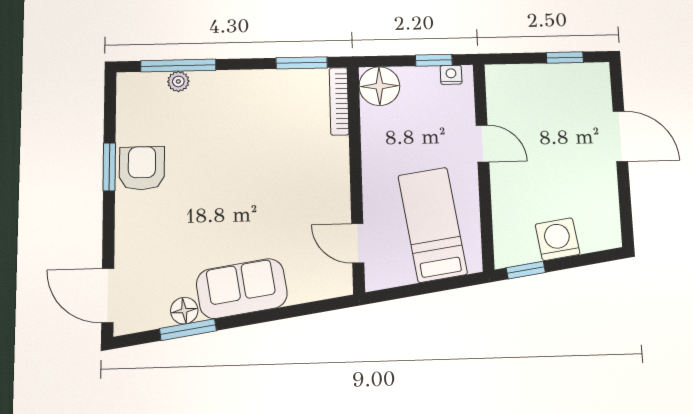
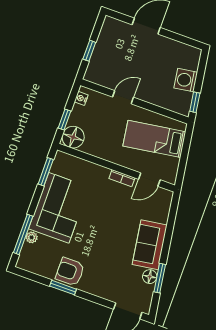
window: (565, 57) -> (89, 51), moved
window: (434, 60) -> (65, 120), moved
bookcase: (339, 101) -> (122, 178), moved, width x0.64
corner sofa: (248, 108) -> (59, 208), added

